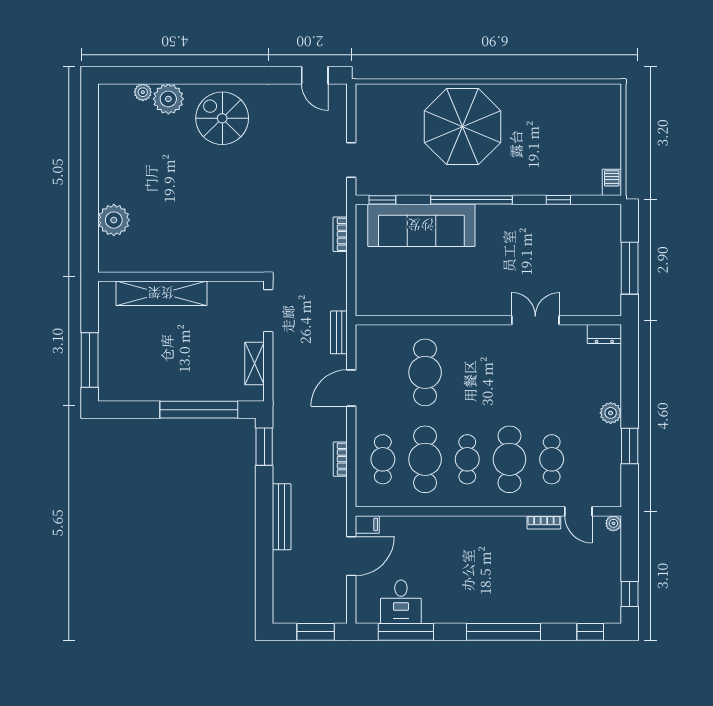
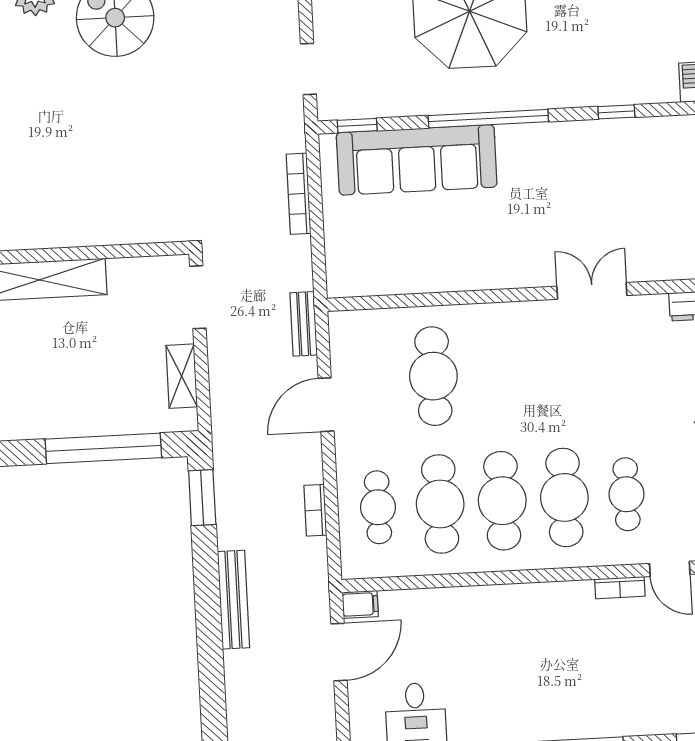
bookcase: (340, 234) -> (299, 194), width x1.56
cafe table: (467, 459) -> (502, 501), width x1.37, depth x1.35

